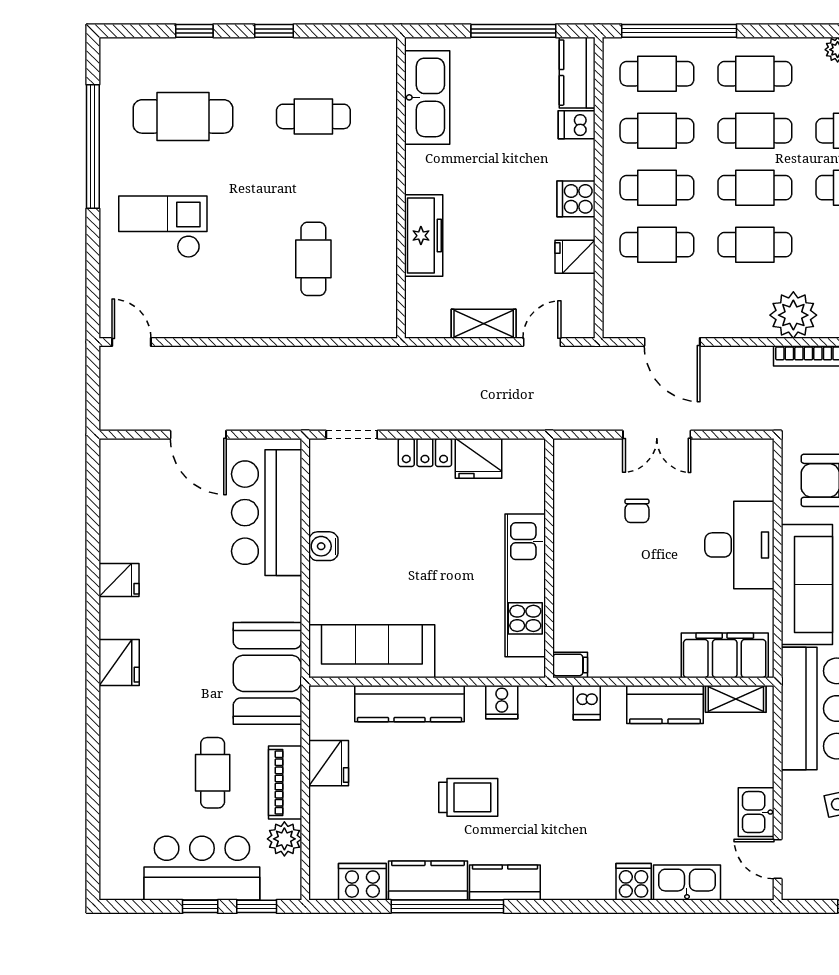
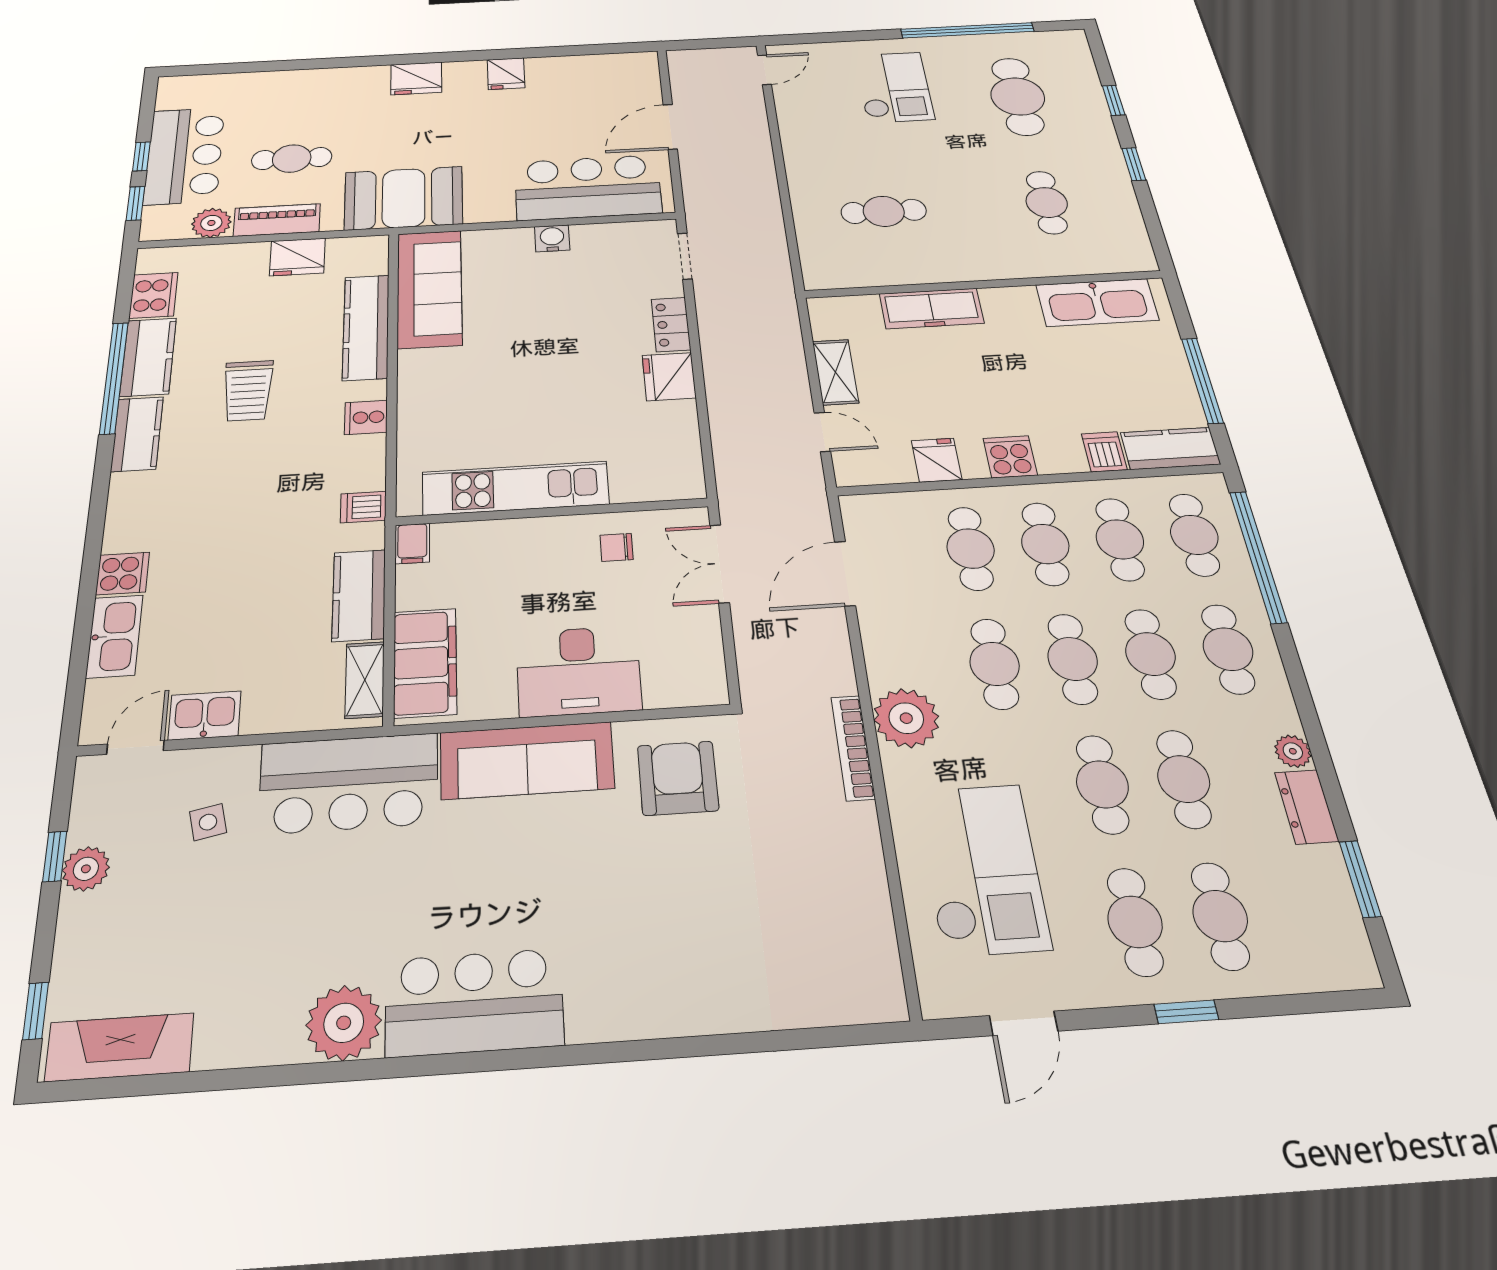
wall: (549, 558) -> (552, 512), moved
kitchen unit: (525, 585) -> (515, 488), moved
filing cabinet: (570, 665) -> (412, 544), moved

